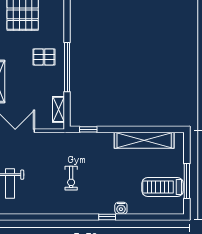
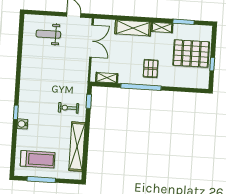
exercise bike: (71, 178) -> (68, 108), moved
treadmill: (163, 187) -> (38, 159), turned 90

